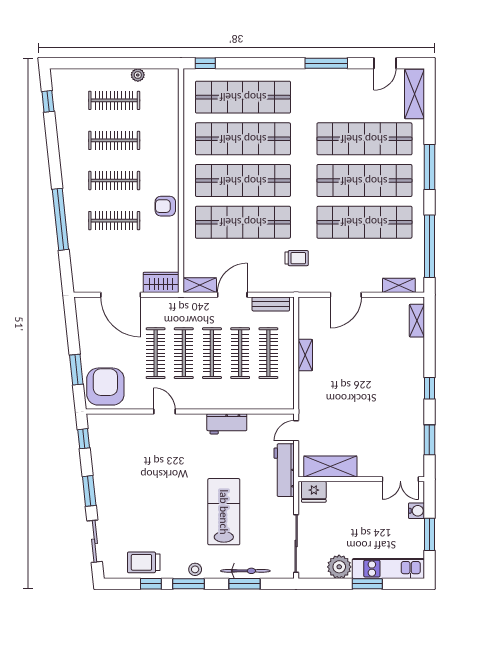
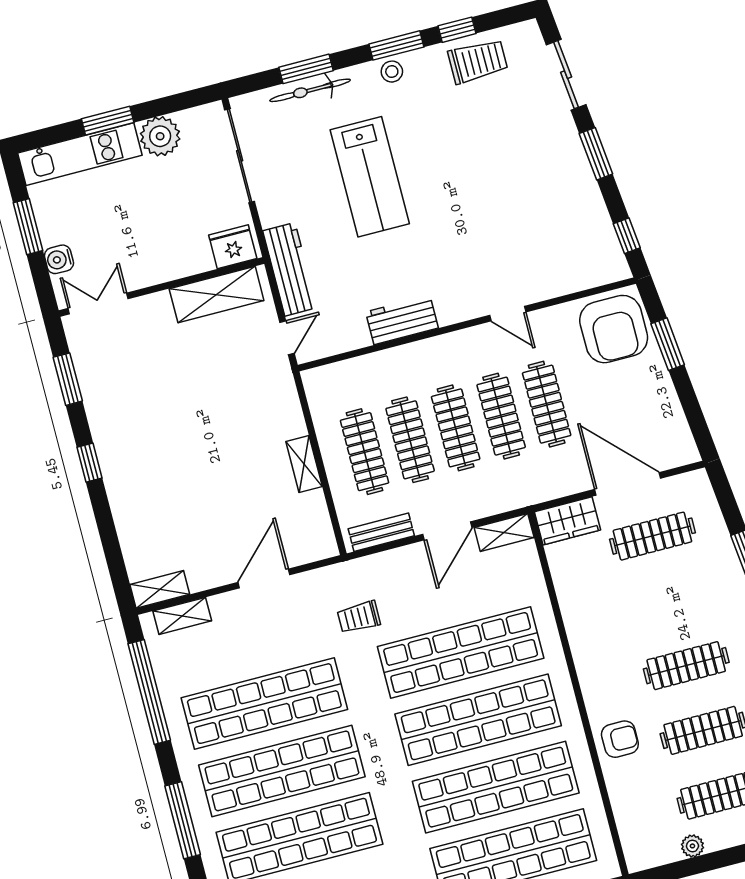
armchair: (165, 206) -> (620, 739), moved
clothes rail: (114, 221) -> (652, 536), moved
shelving: (417, 321) -> (160, 589), moved, turned 90

